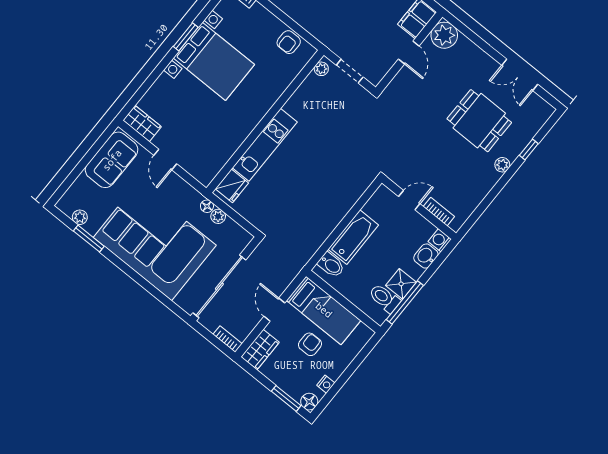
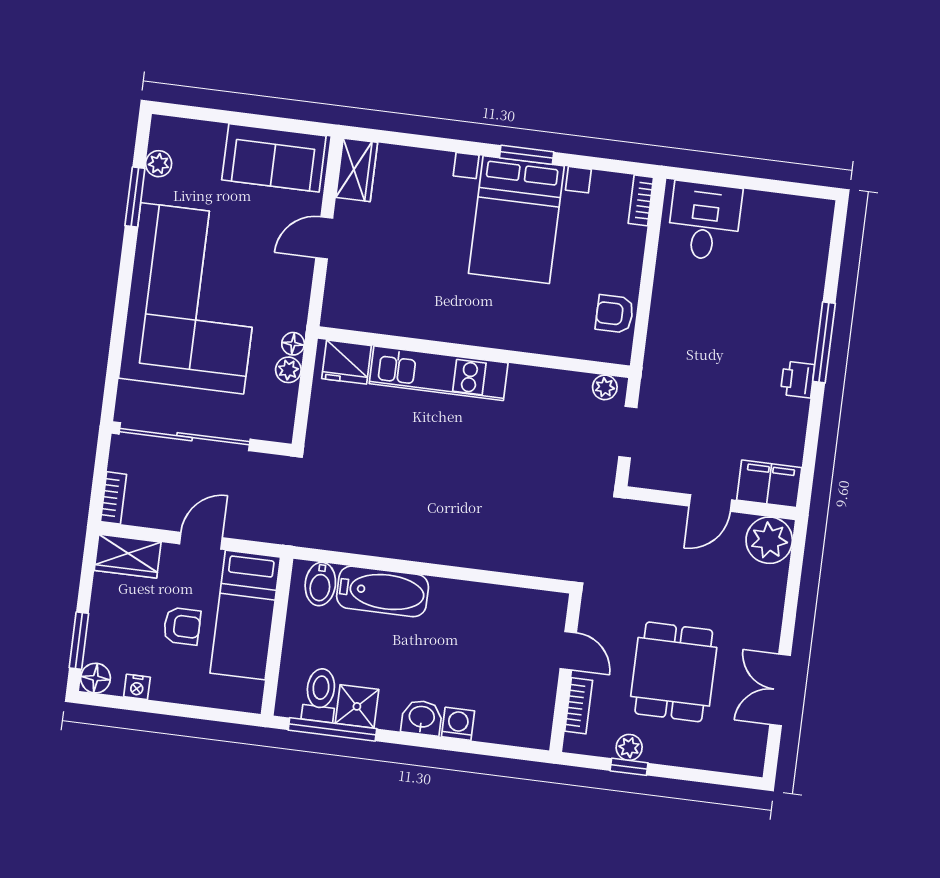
window: (529, 150) -> (629, 767), moved
door: (409, 200) -> (568, 651), moved
wall: (419, 208) -> (566, 673), moved
bookcase: (439, 212) -> (579, 706), moved

